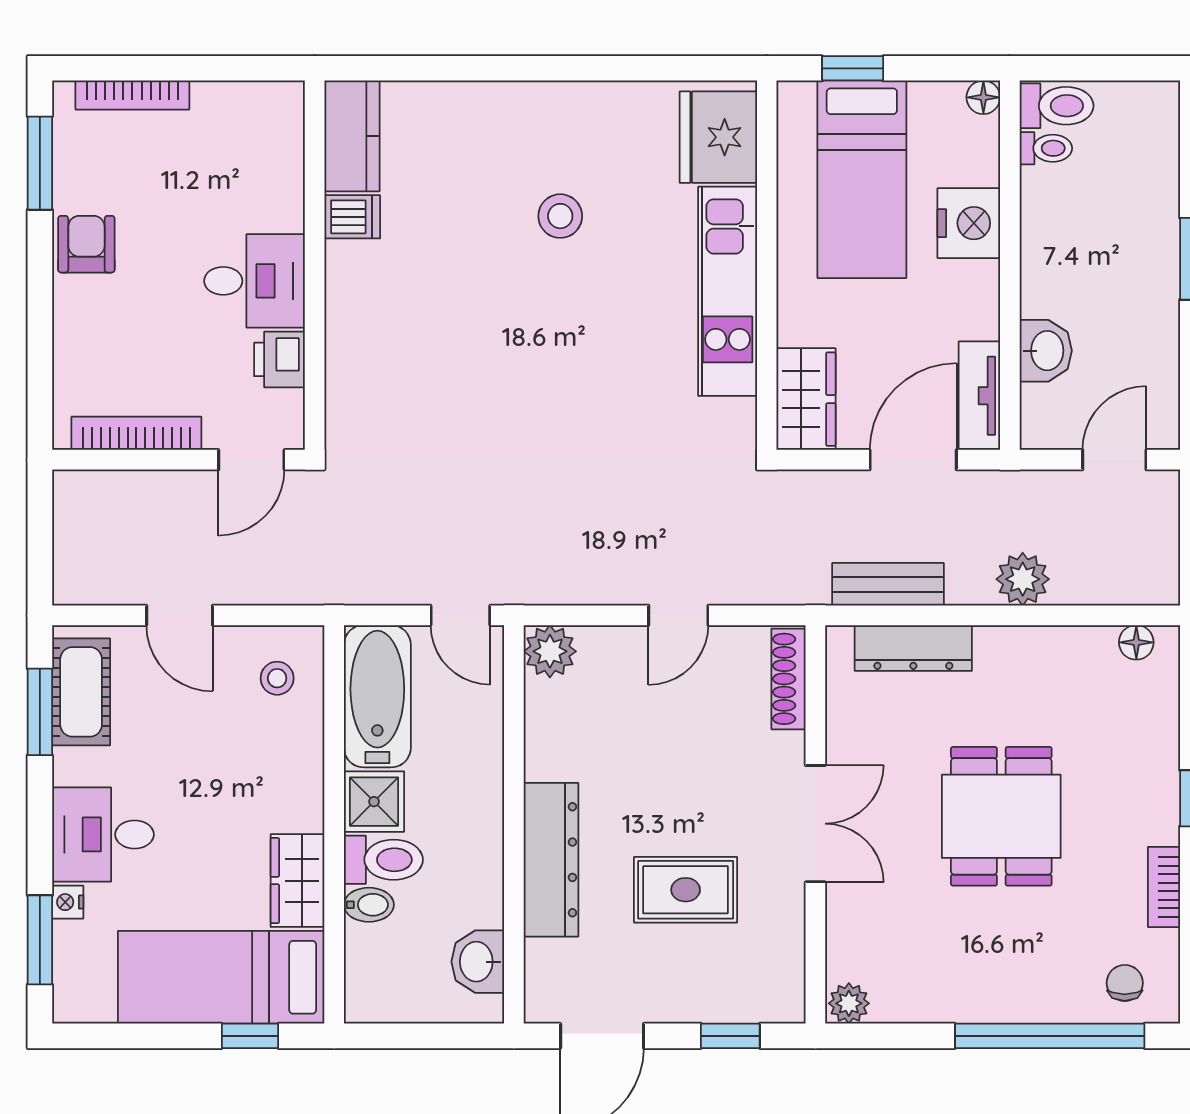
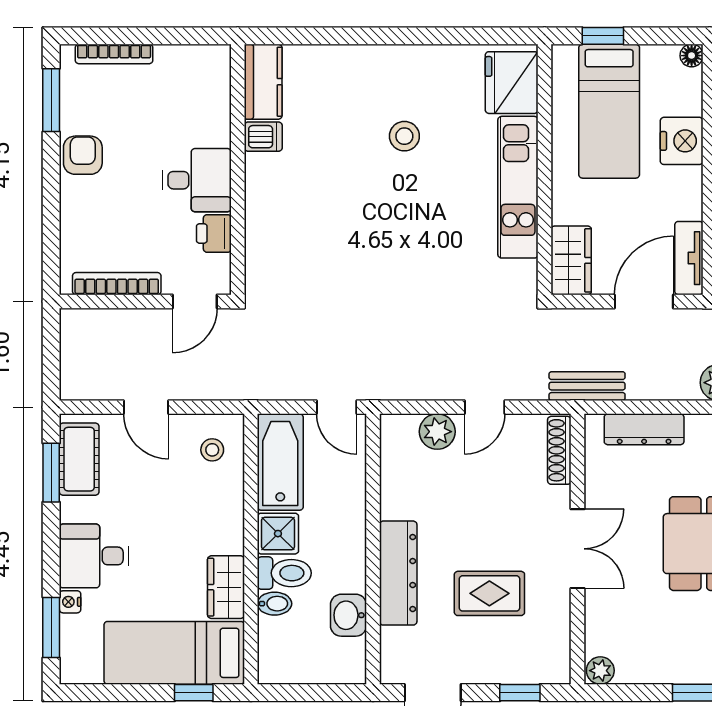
bench: (888, 584) -> (587, 386), moved
plant: (550, 651) -> (437, 432), moved
washbasin: (478, 962) -> (348, 615), moved

